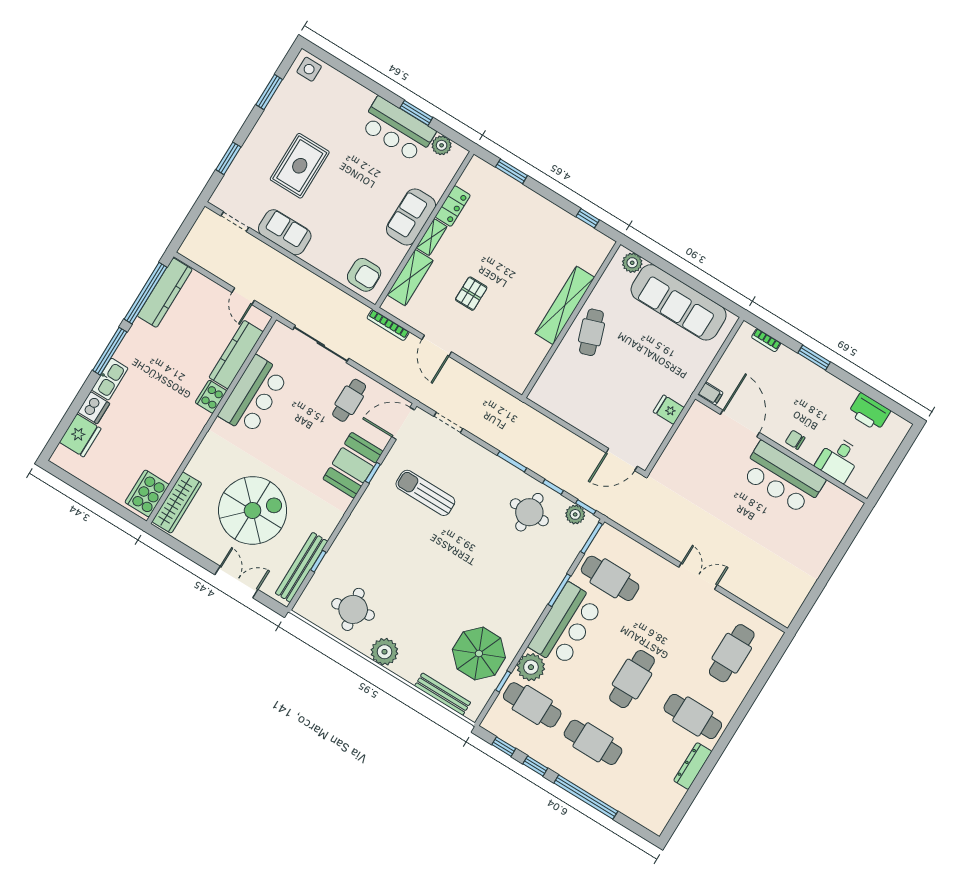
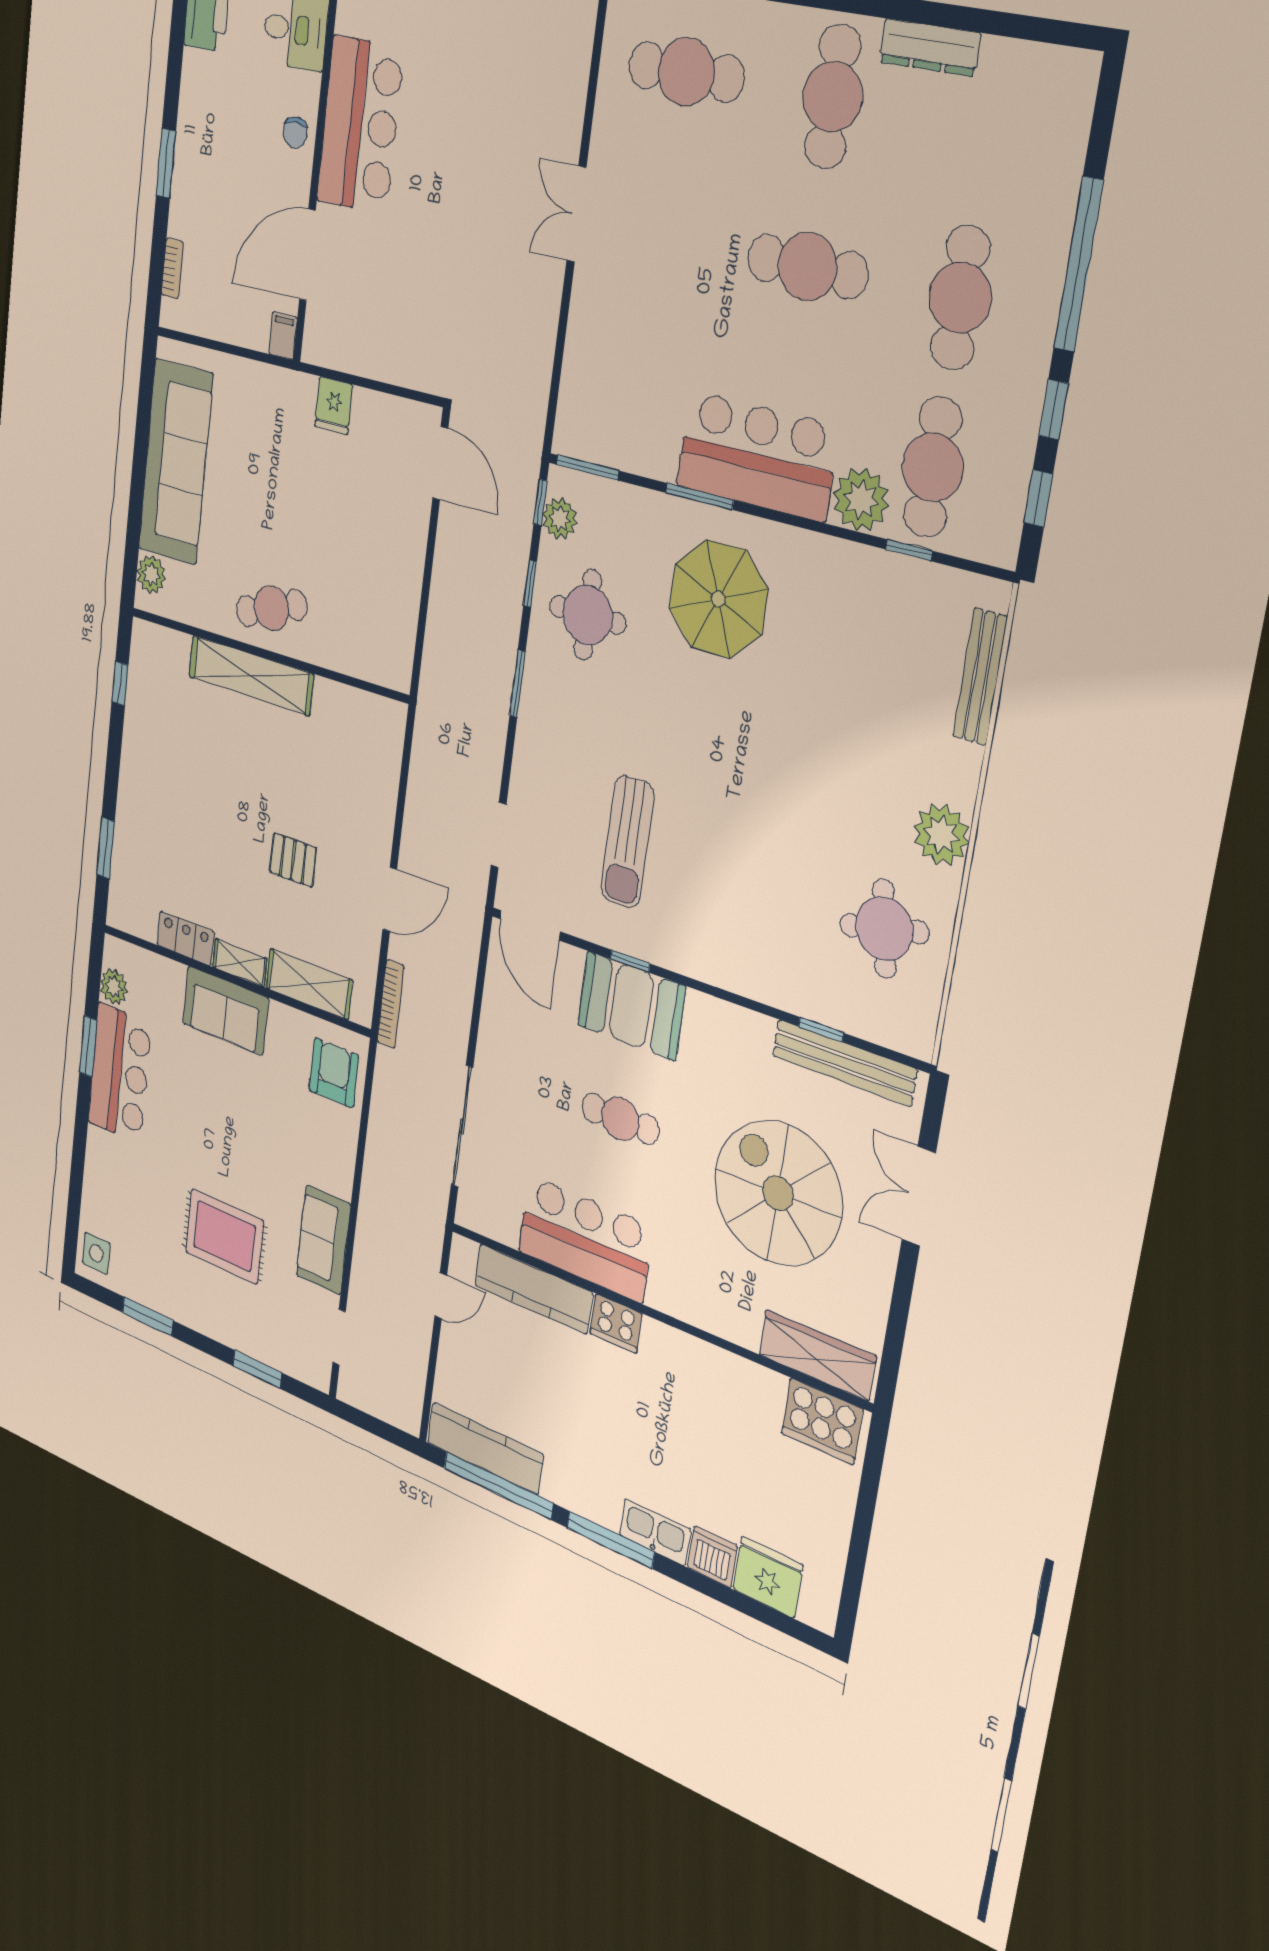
cafe table: (349, 400) -> (620, 1119), moved
cafe table: (610, 578) -> (643, 398), removed
parasol: (479, 654) -> (718, 599), moved

